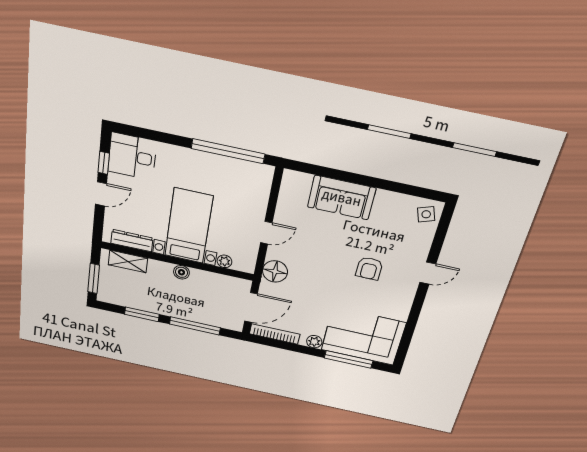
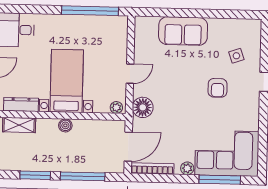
side table: (426, 214) -> (236, 56), moved
plant: (224, 261) -> (116, 108), moved

